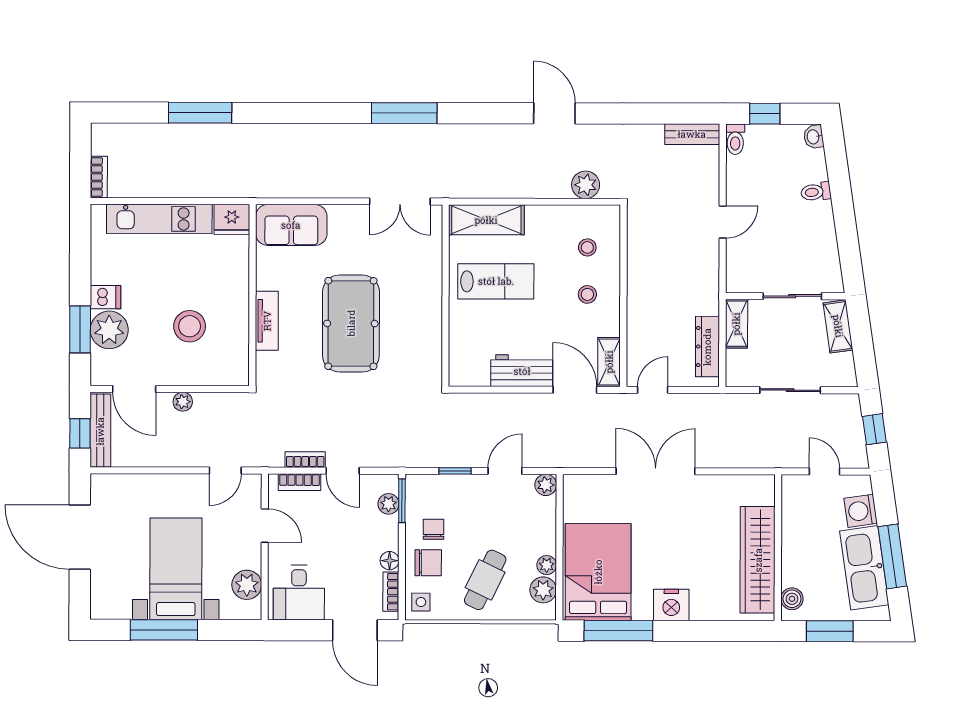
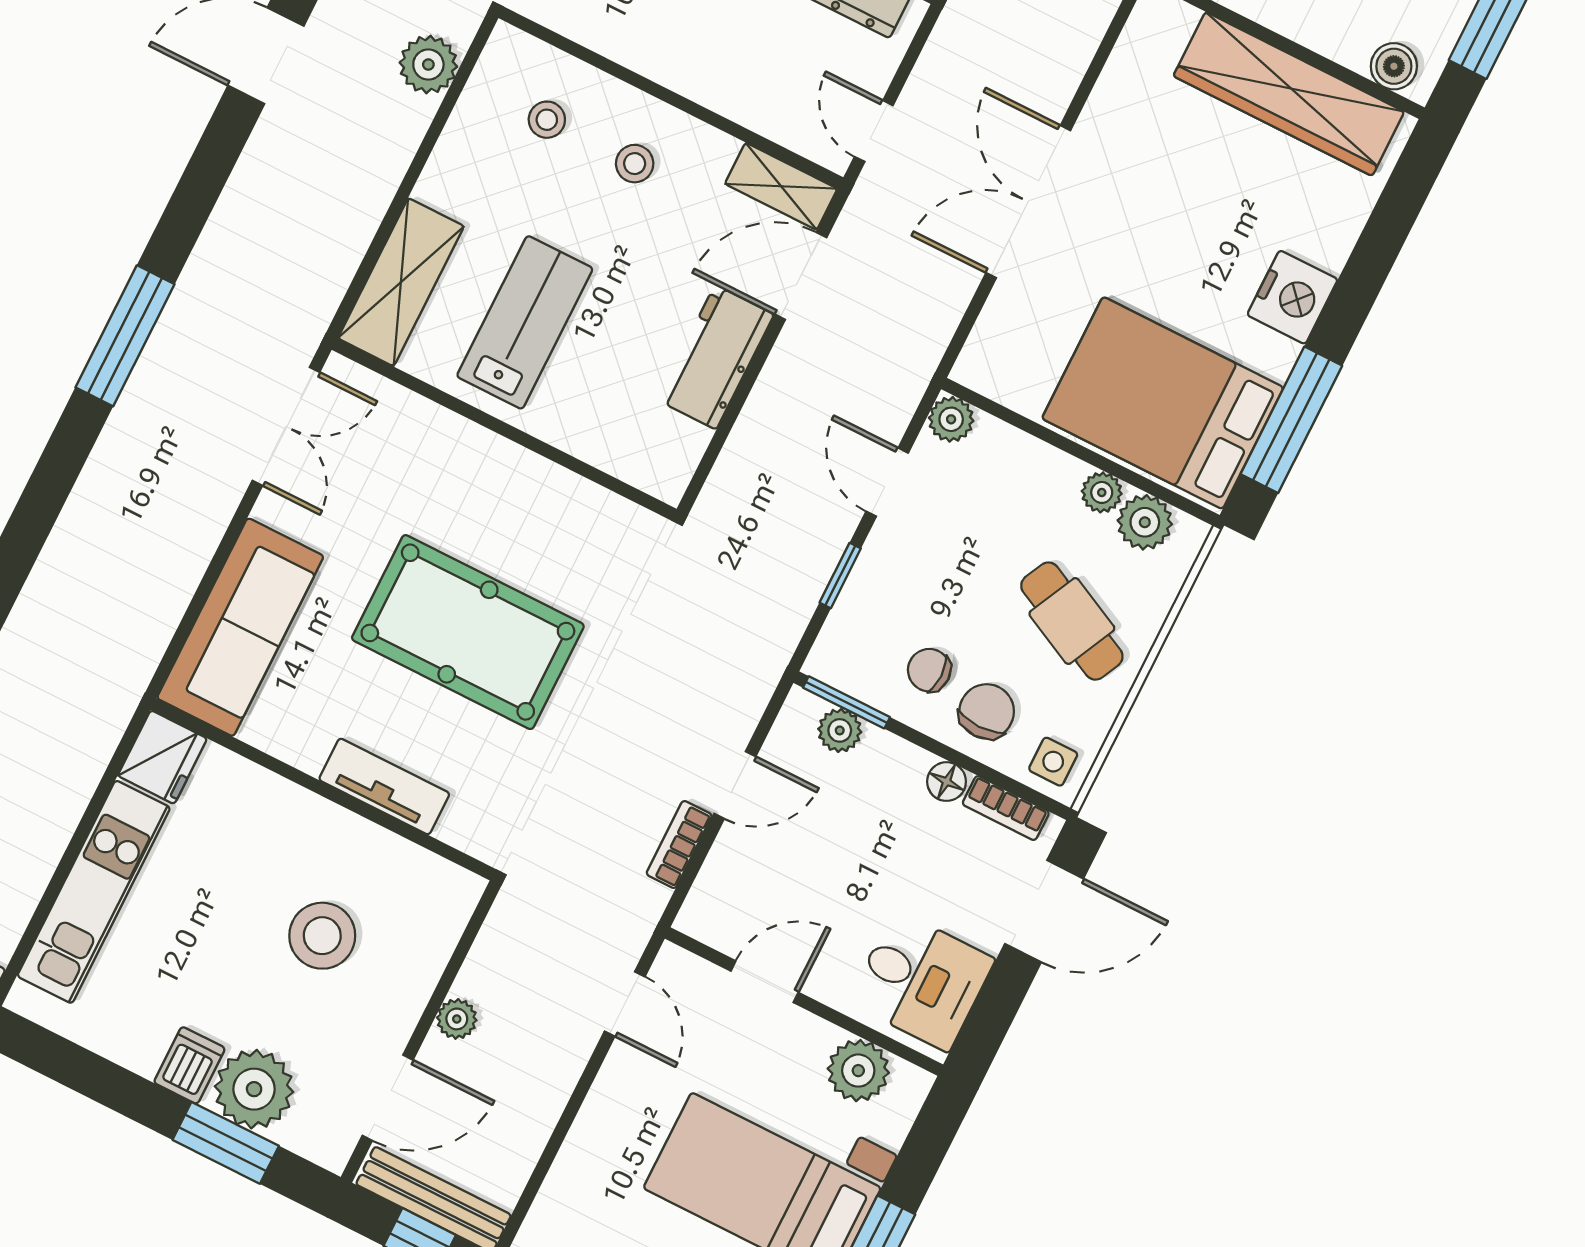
sofa: (291, 225) -> (240, 627), width x1.36
bookcase: (300, 482) -> (716, 876), removed

